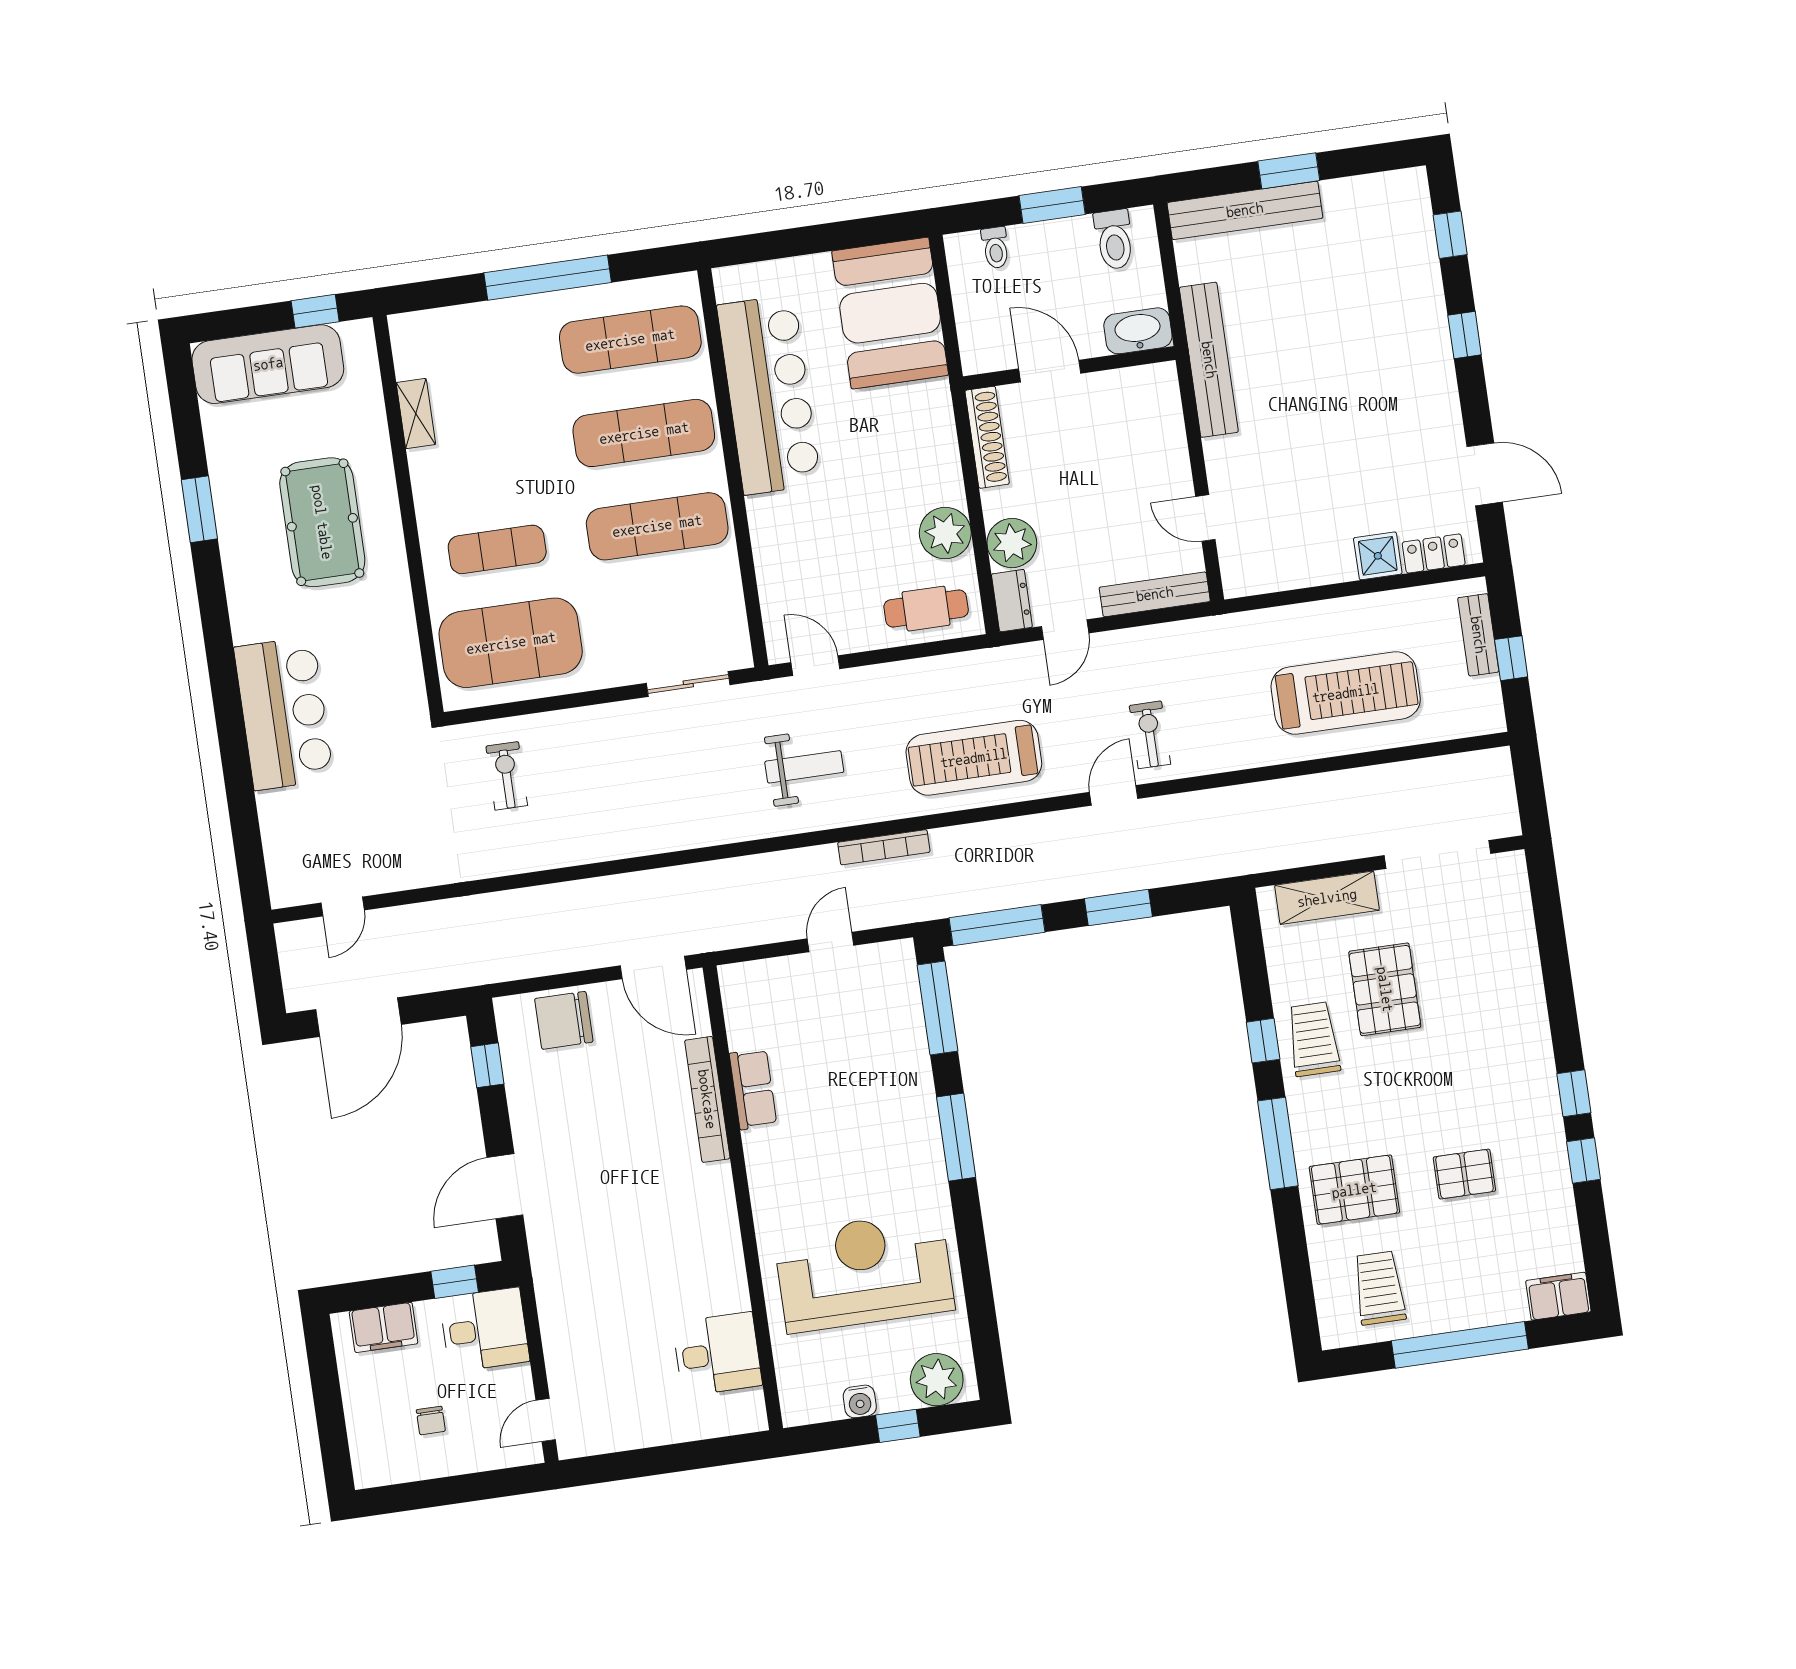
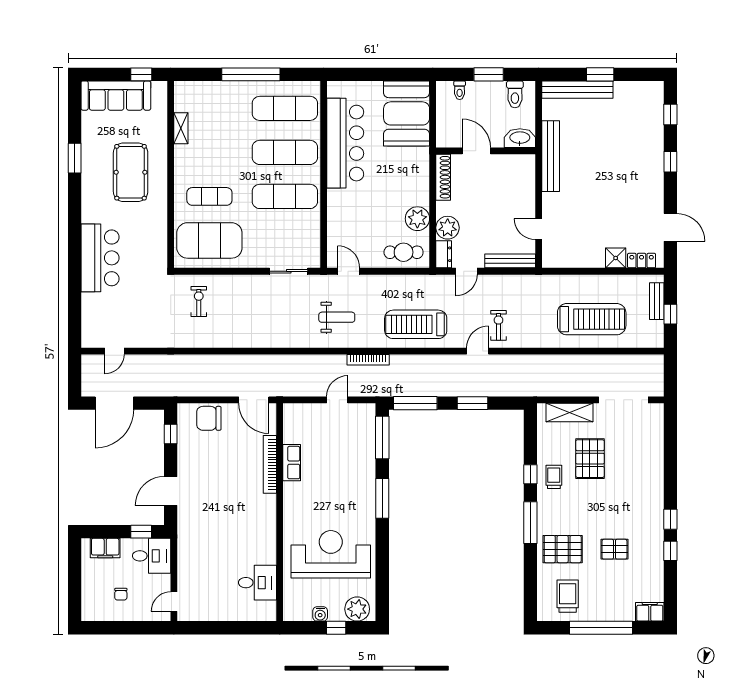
trolley: (1314, 1039) -> (554, 477), width x0.73, depth x0.72

